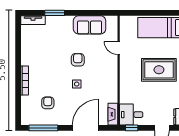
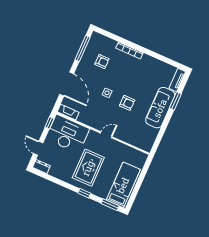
sofa: (90, 25) -> (160, 108), moved, width x1.36
door: (119, 48) -> (106, 135), moved
desk: (131, 115) -> (68, 134), width x1.87, depth x1.30

